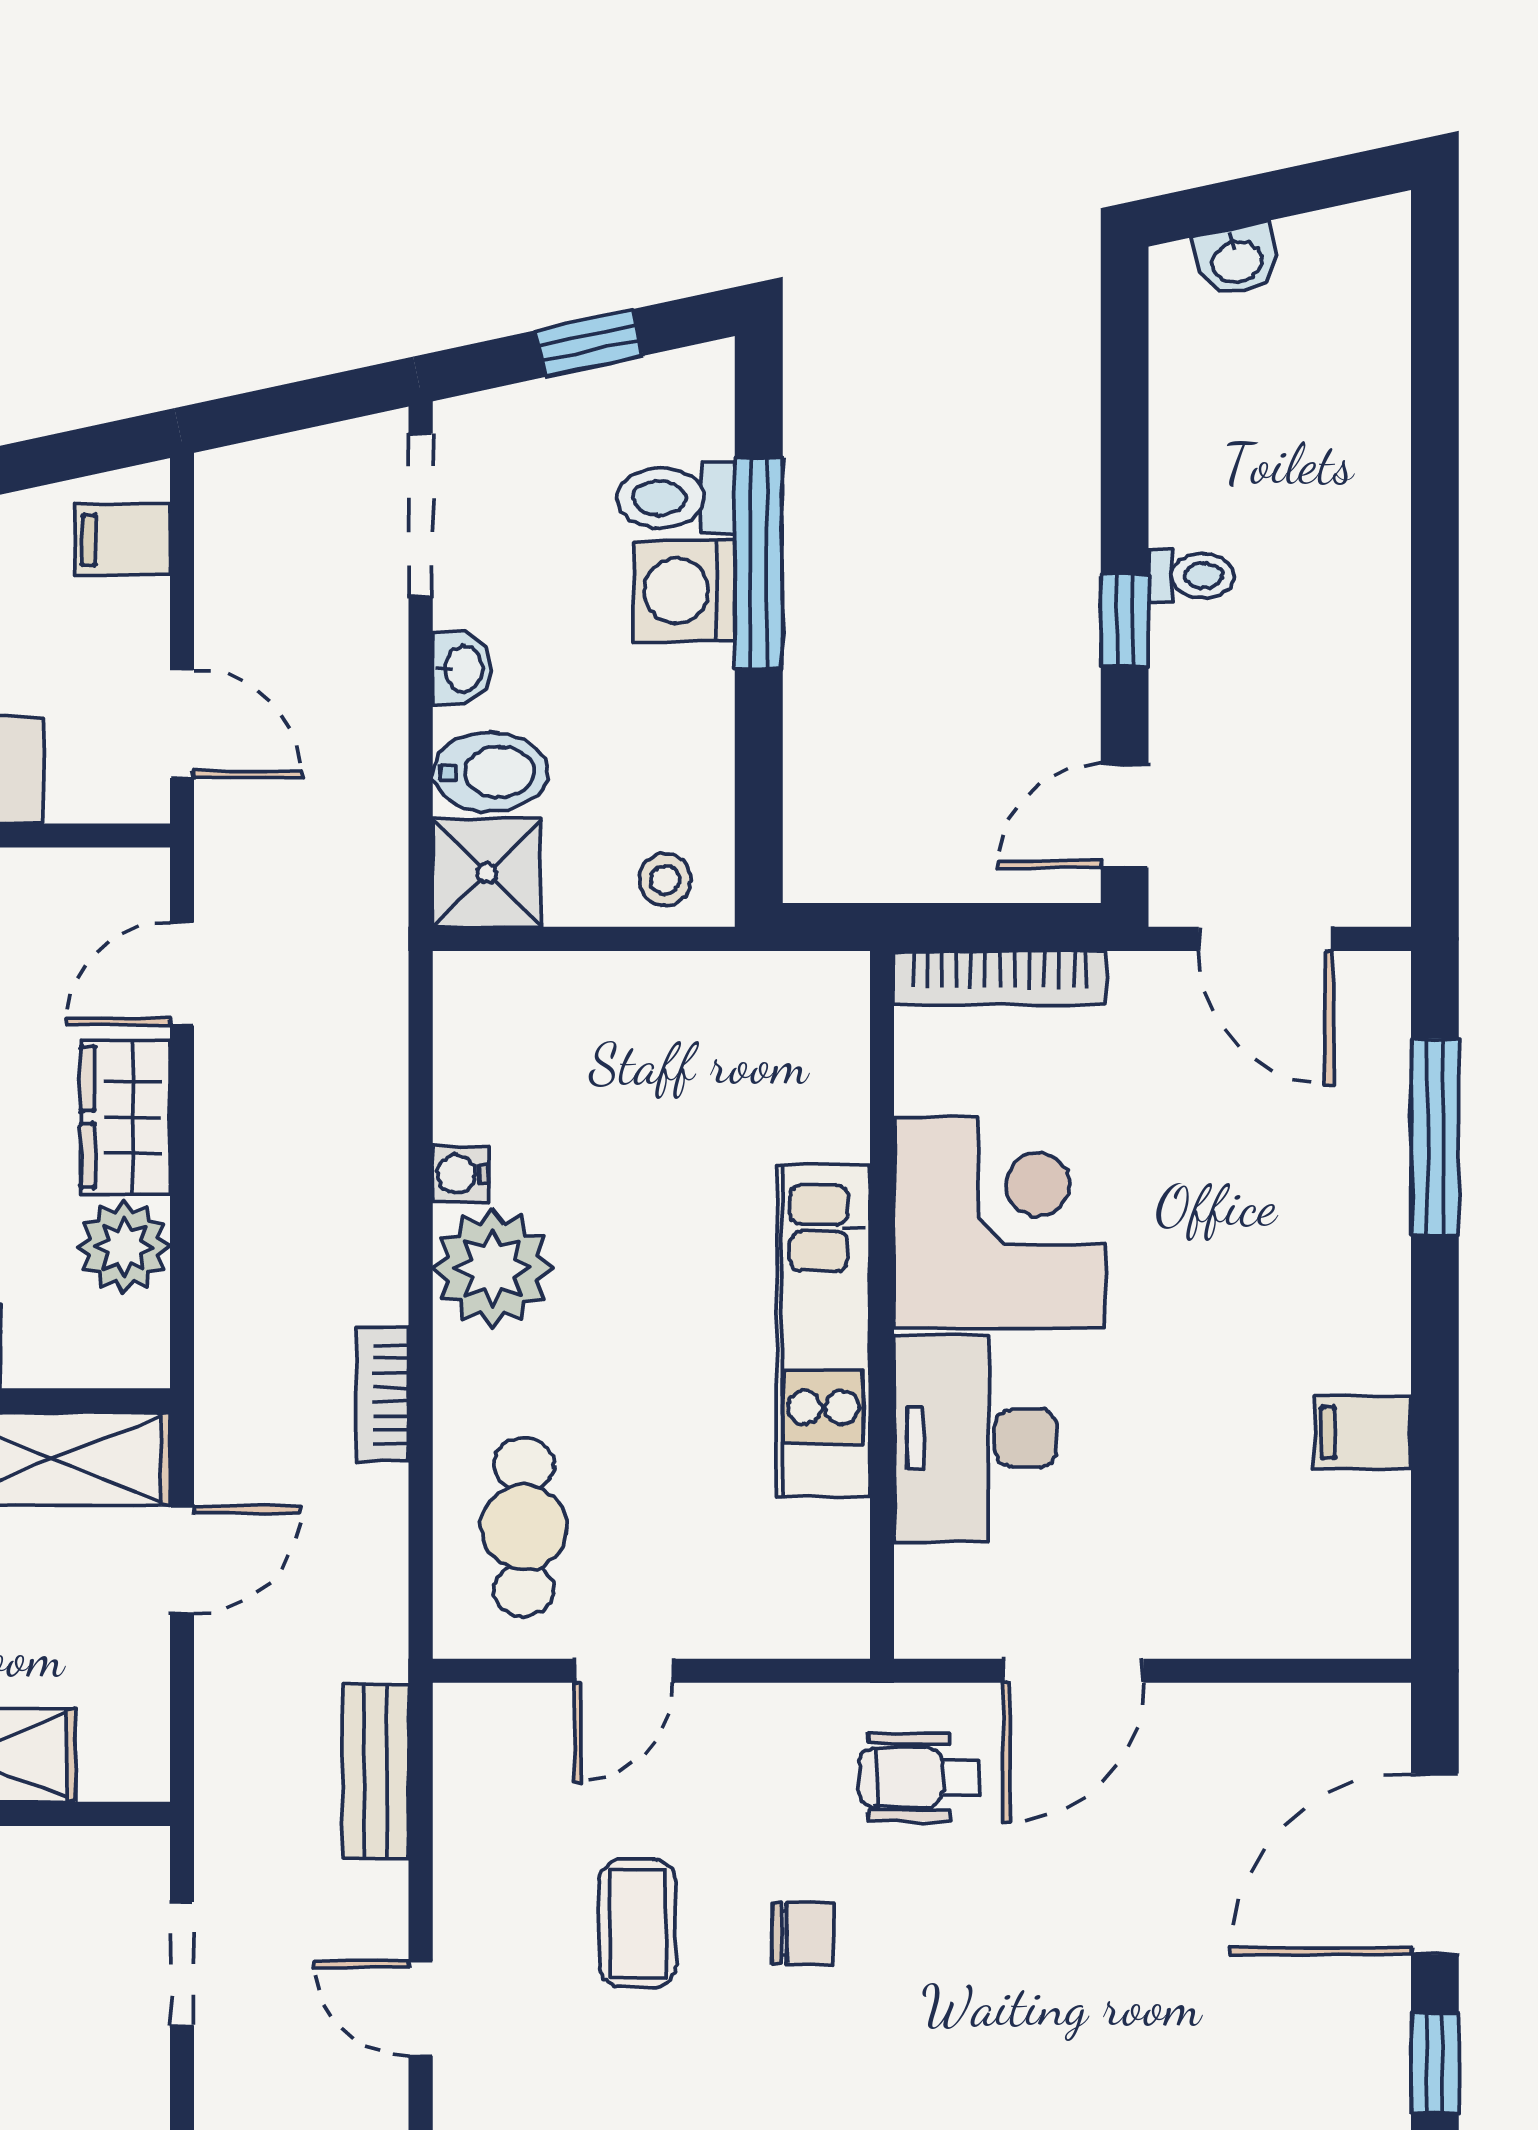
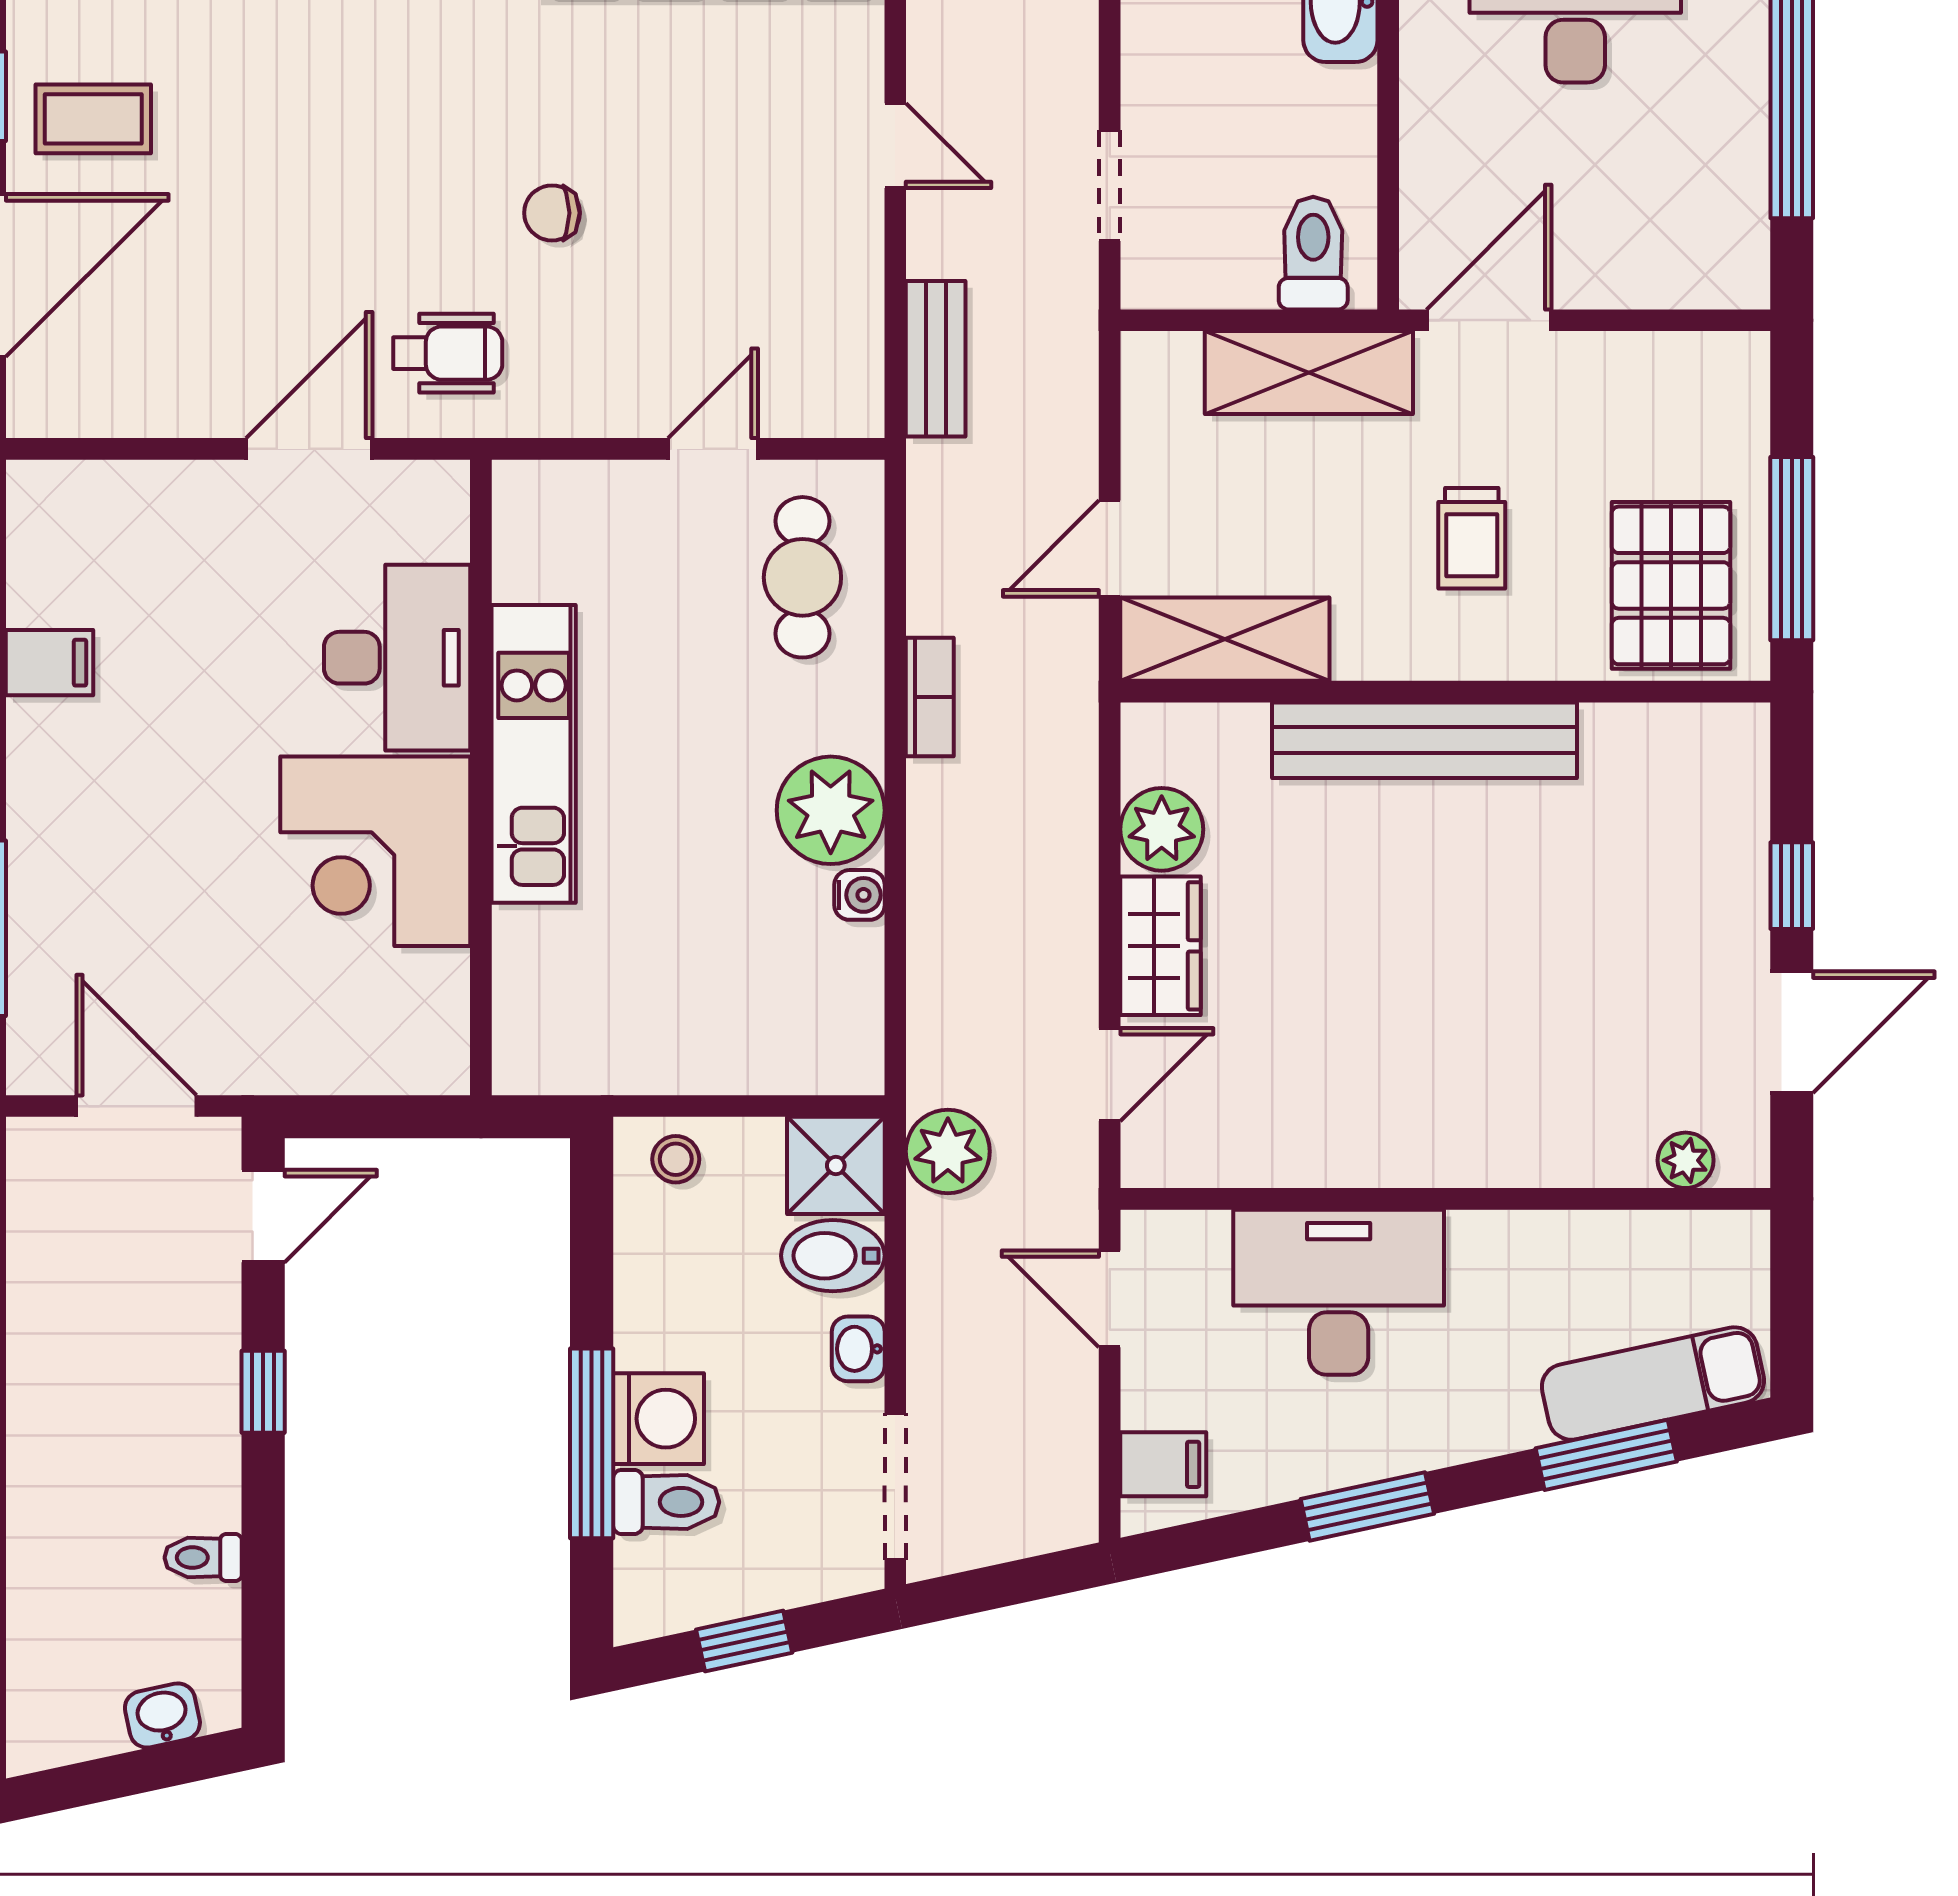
toilet: (1191, 576) -> (203, 1558), moved
plant: (362, 888) -> (948, 1151), added
bookcase: (1000, 978) -> (375, 1071), removed
coffee table: (637, 1923) -> (93, 119), moved, turned 90

